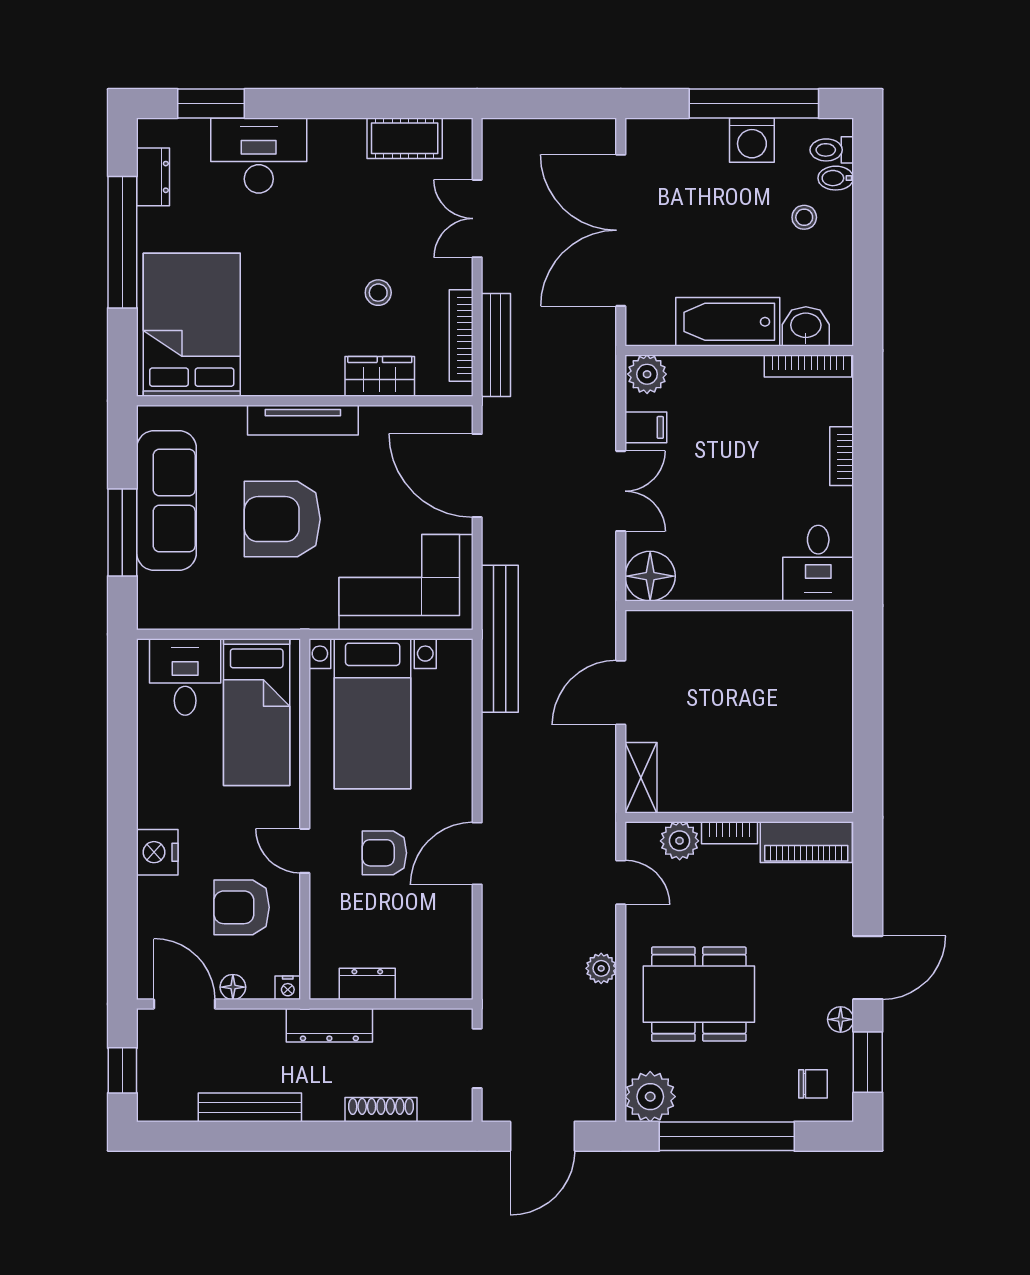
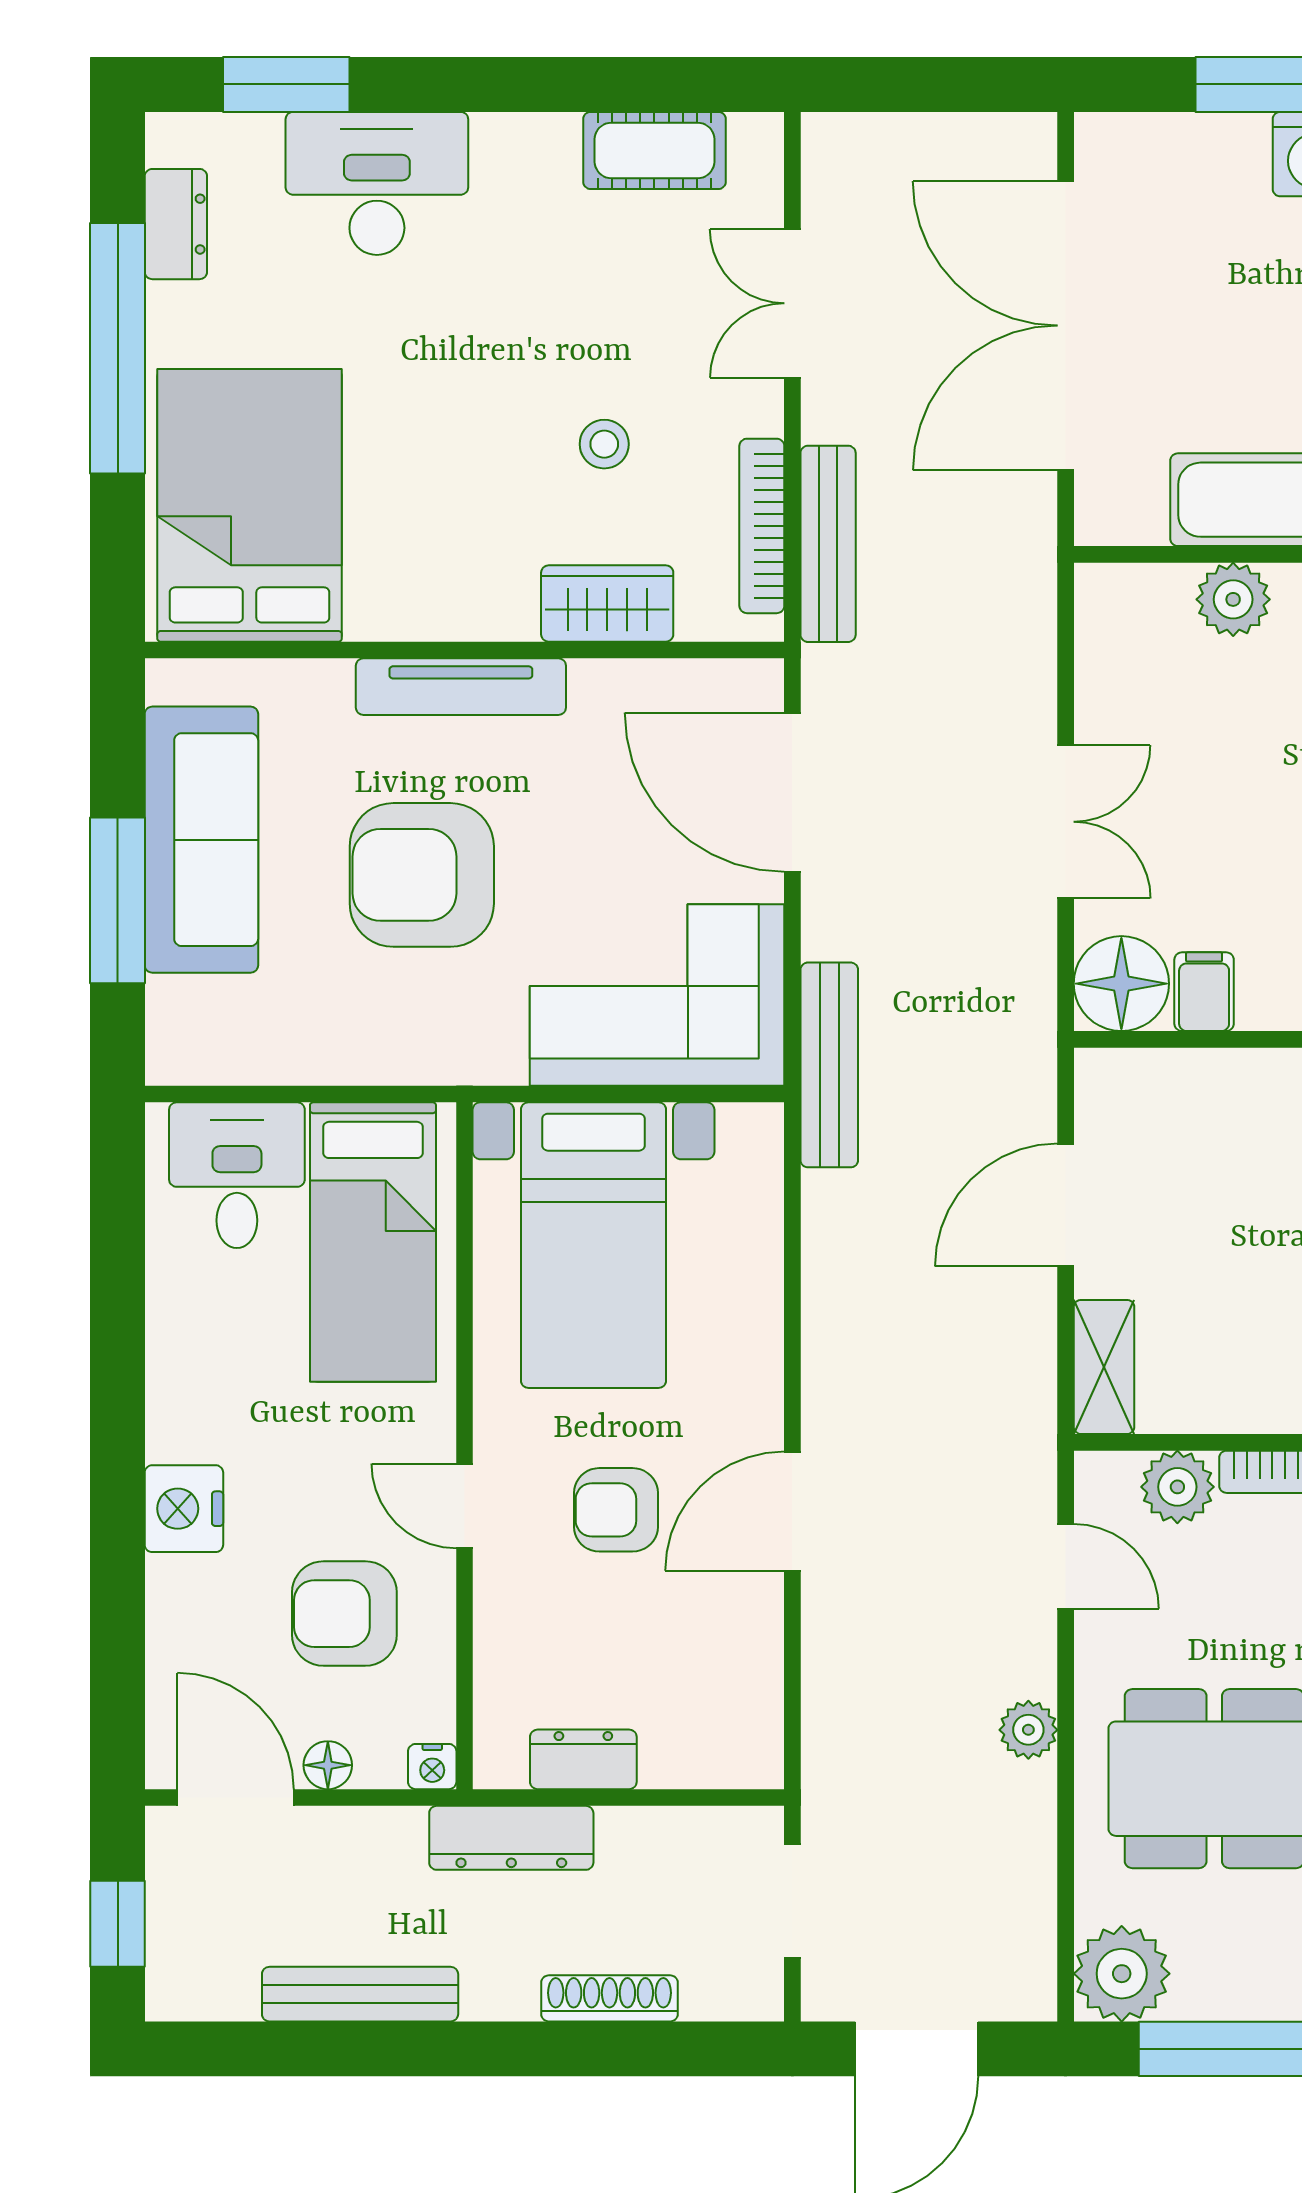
plant: (647, 374) -> (1233, 599), moved
filing cabinet: (646, 427) -> (1204, 992), moved, turned -90
bench: (500, 639) -> (829, 1065), width x0.73, depth x0.82

